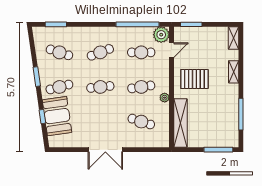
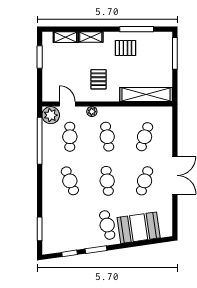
window: (191, 24) -> (40, 57), moved
shelving: (234, 38) -> (65, 37), moved
cafe table: (59, 52) -> (145, 181), moved
pallet: (194, 79) -> (99, 79), width x0.67, depth x0.71
plant: (165, 98) -> (92, 112), moved
pallet: (223, 104) -> (125, 48), added
window: (42, 117) -> (70, 253), moved

